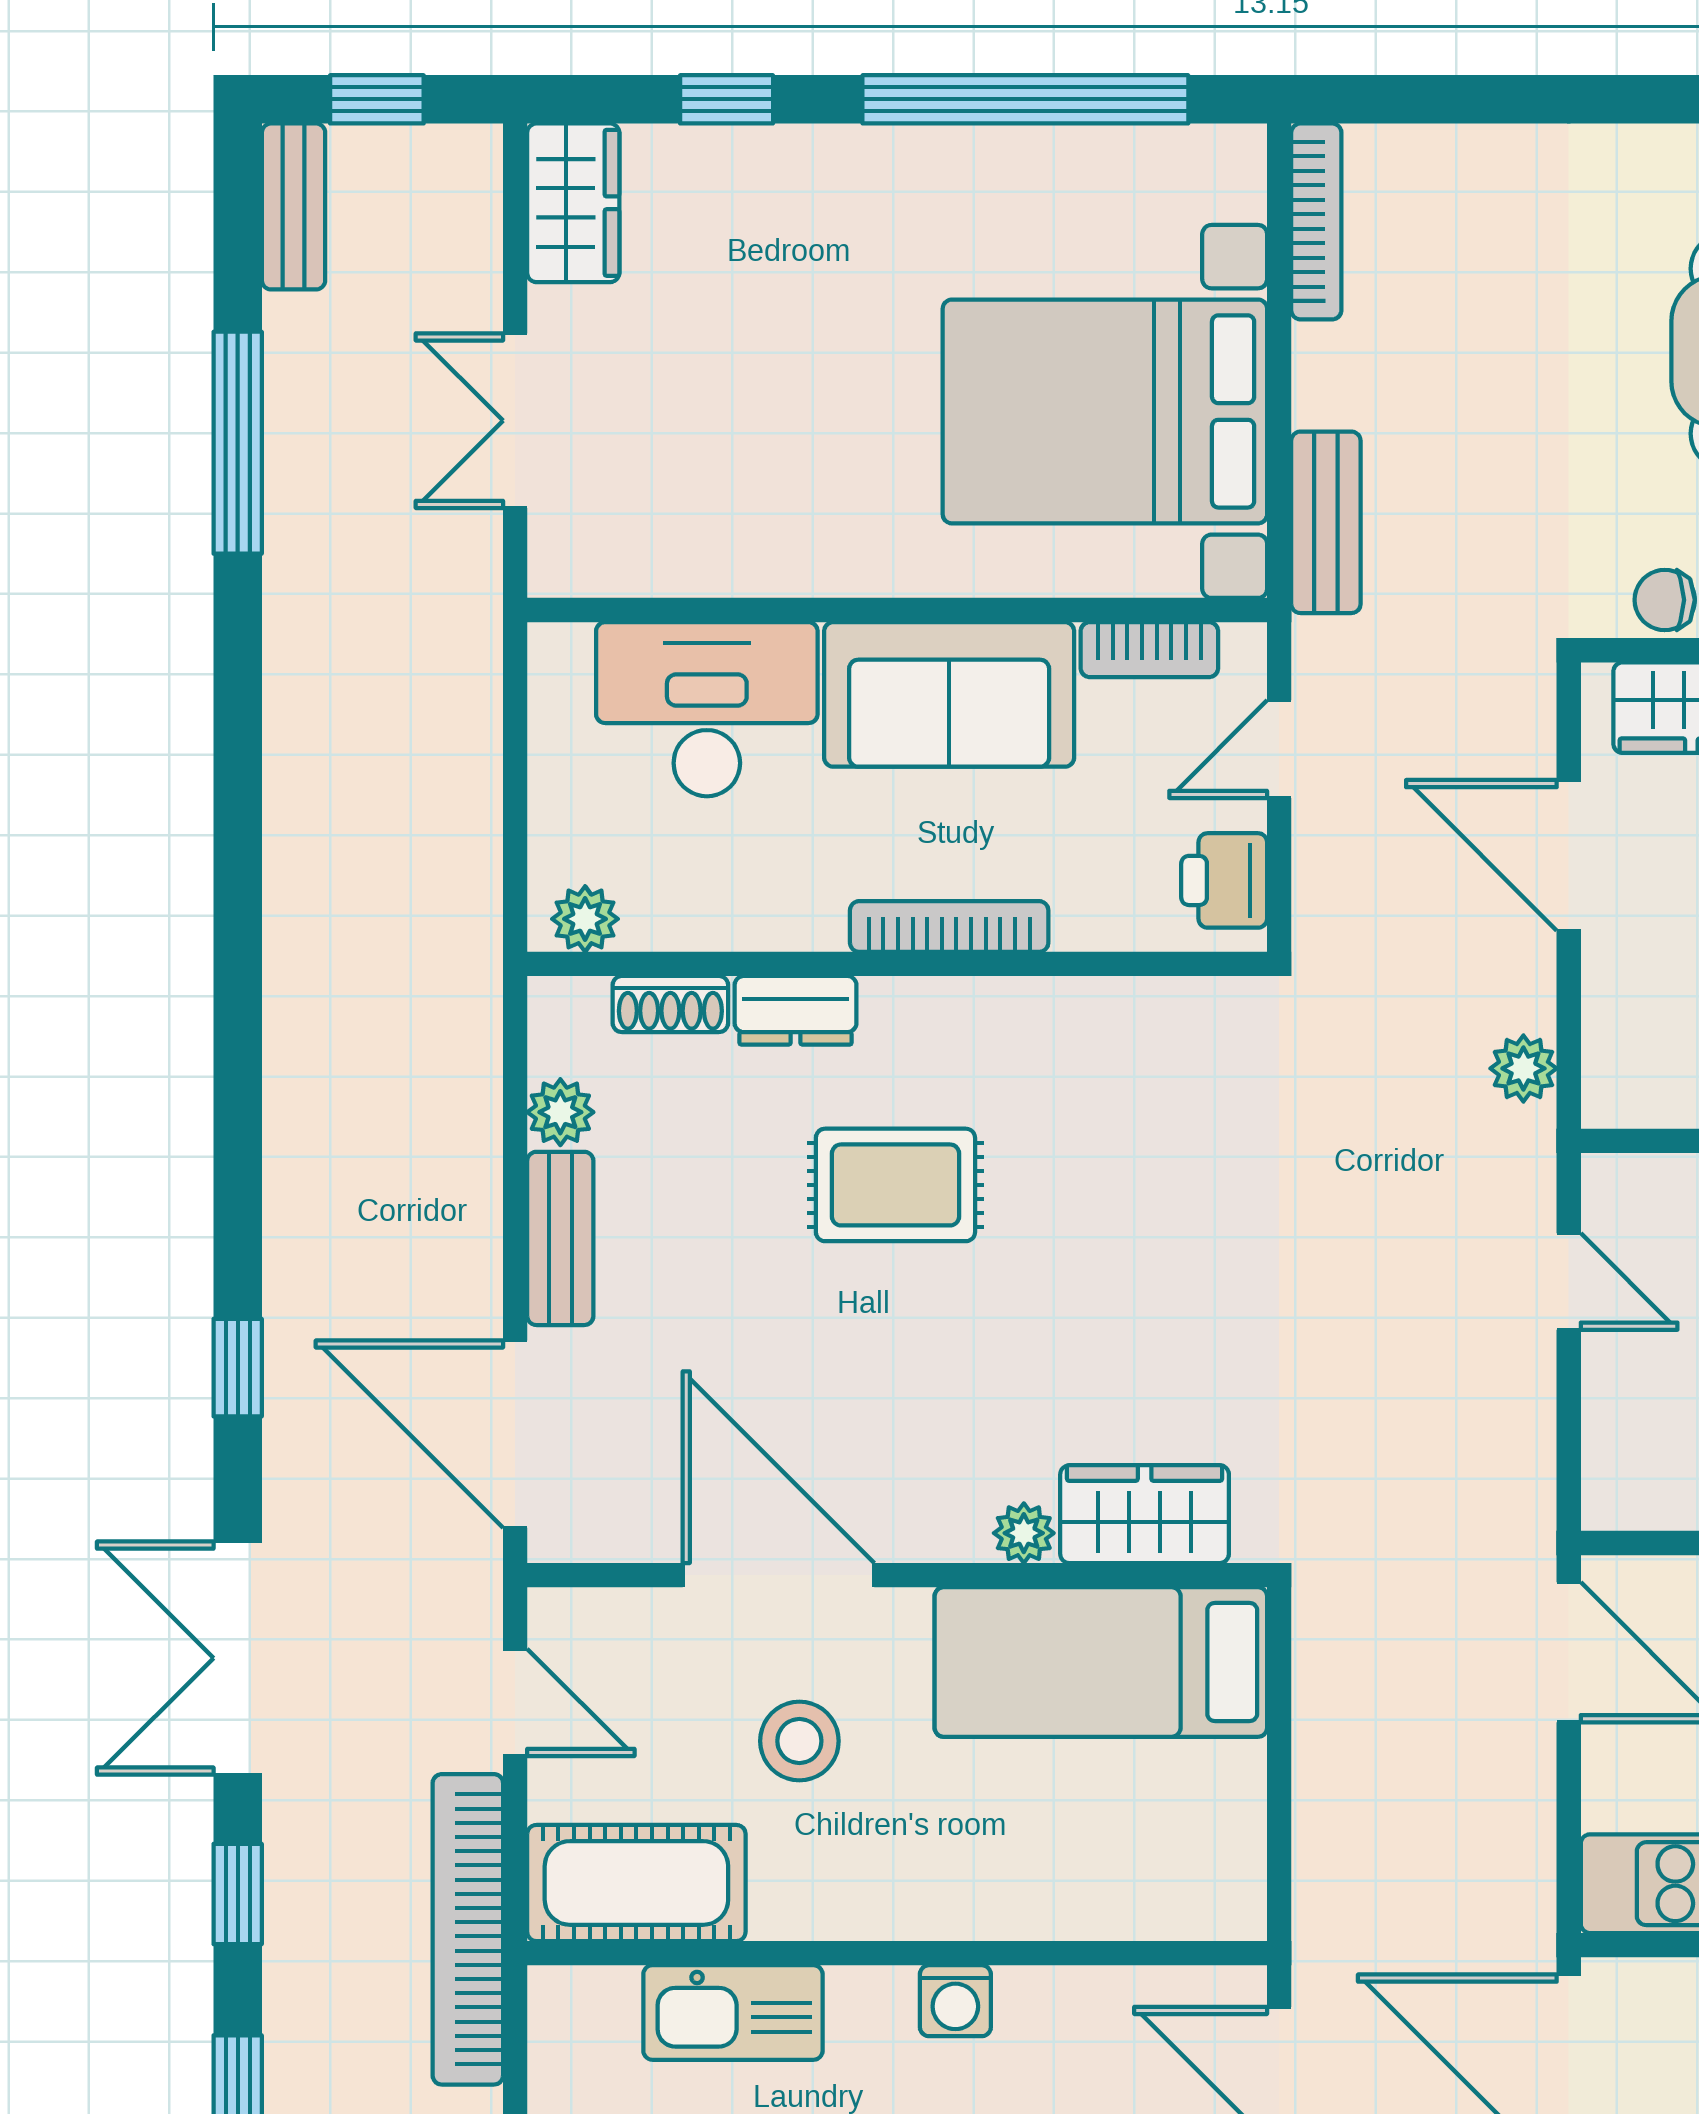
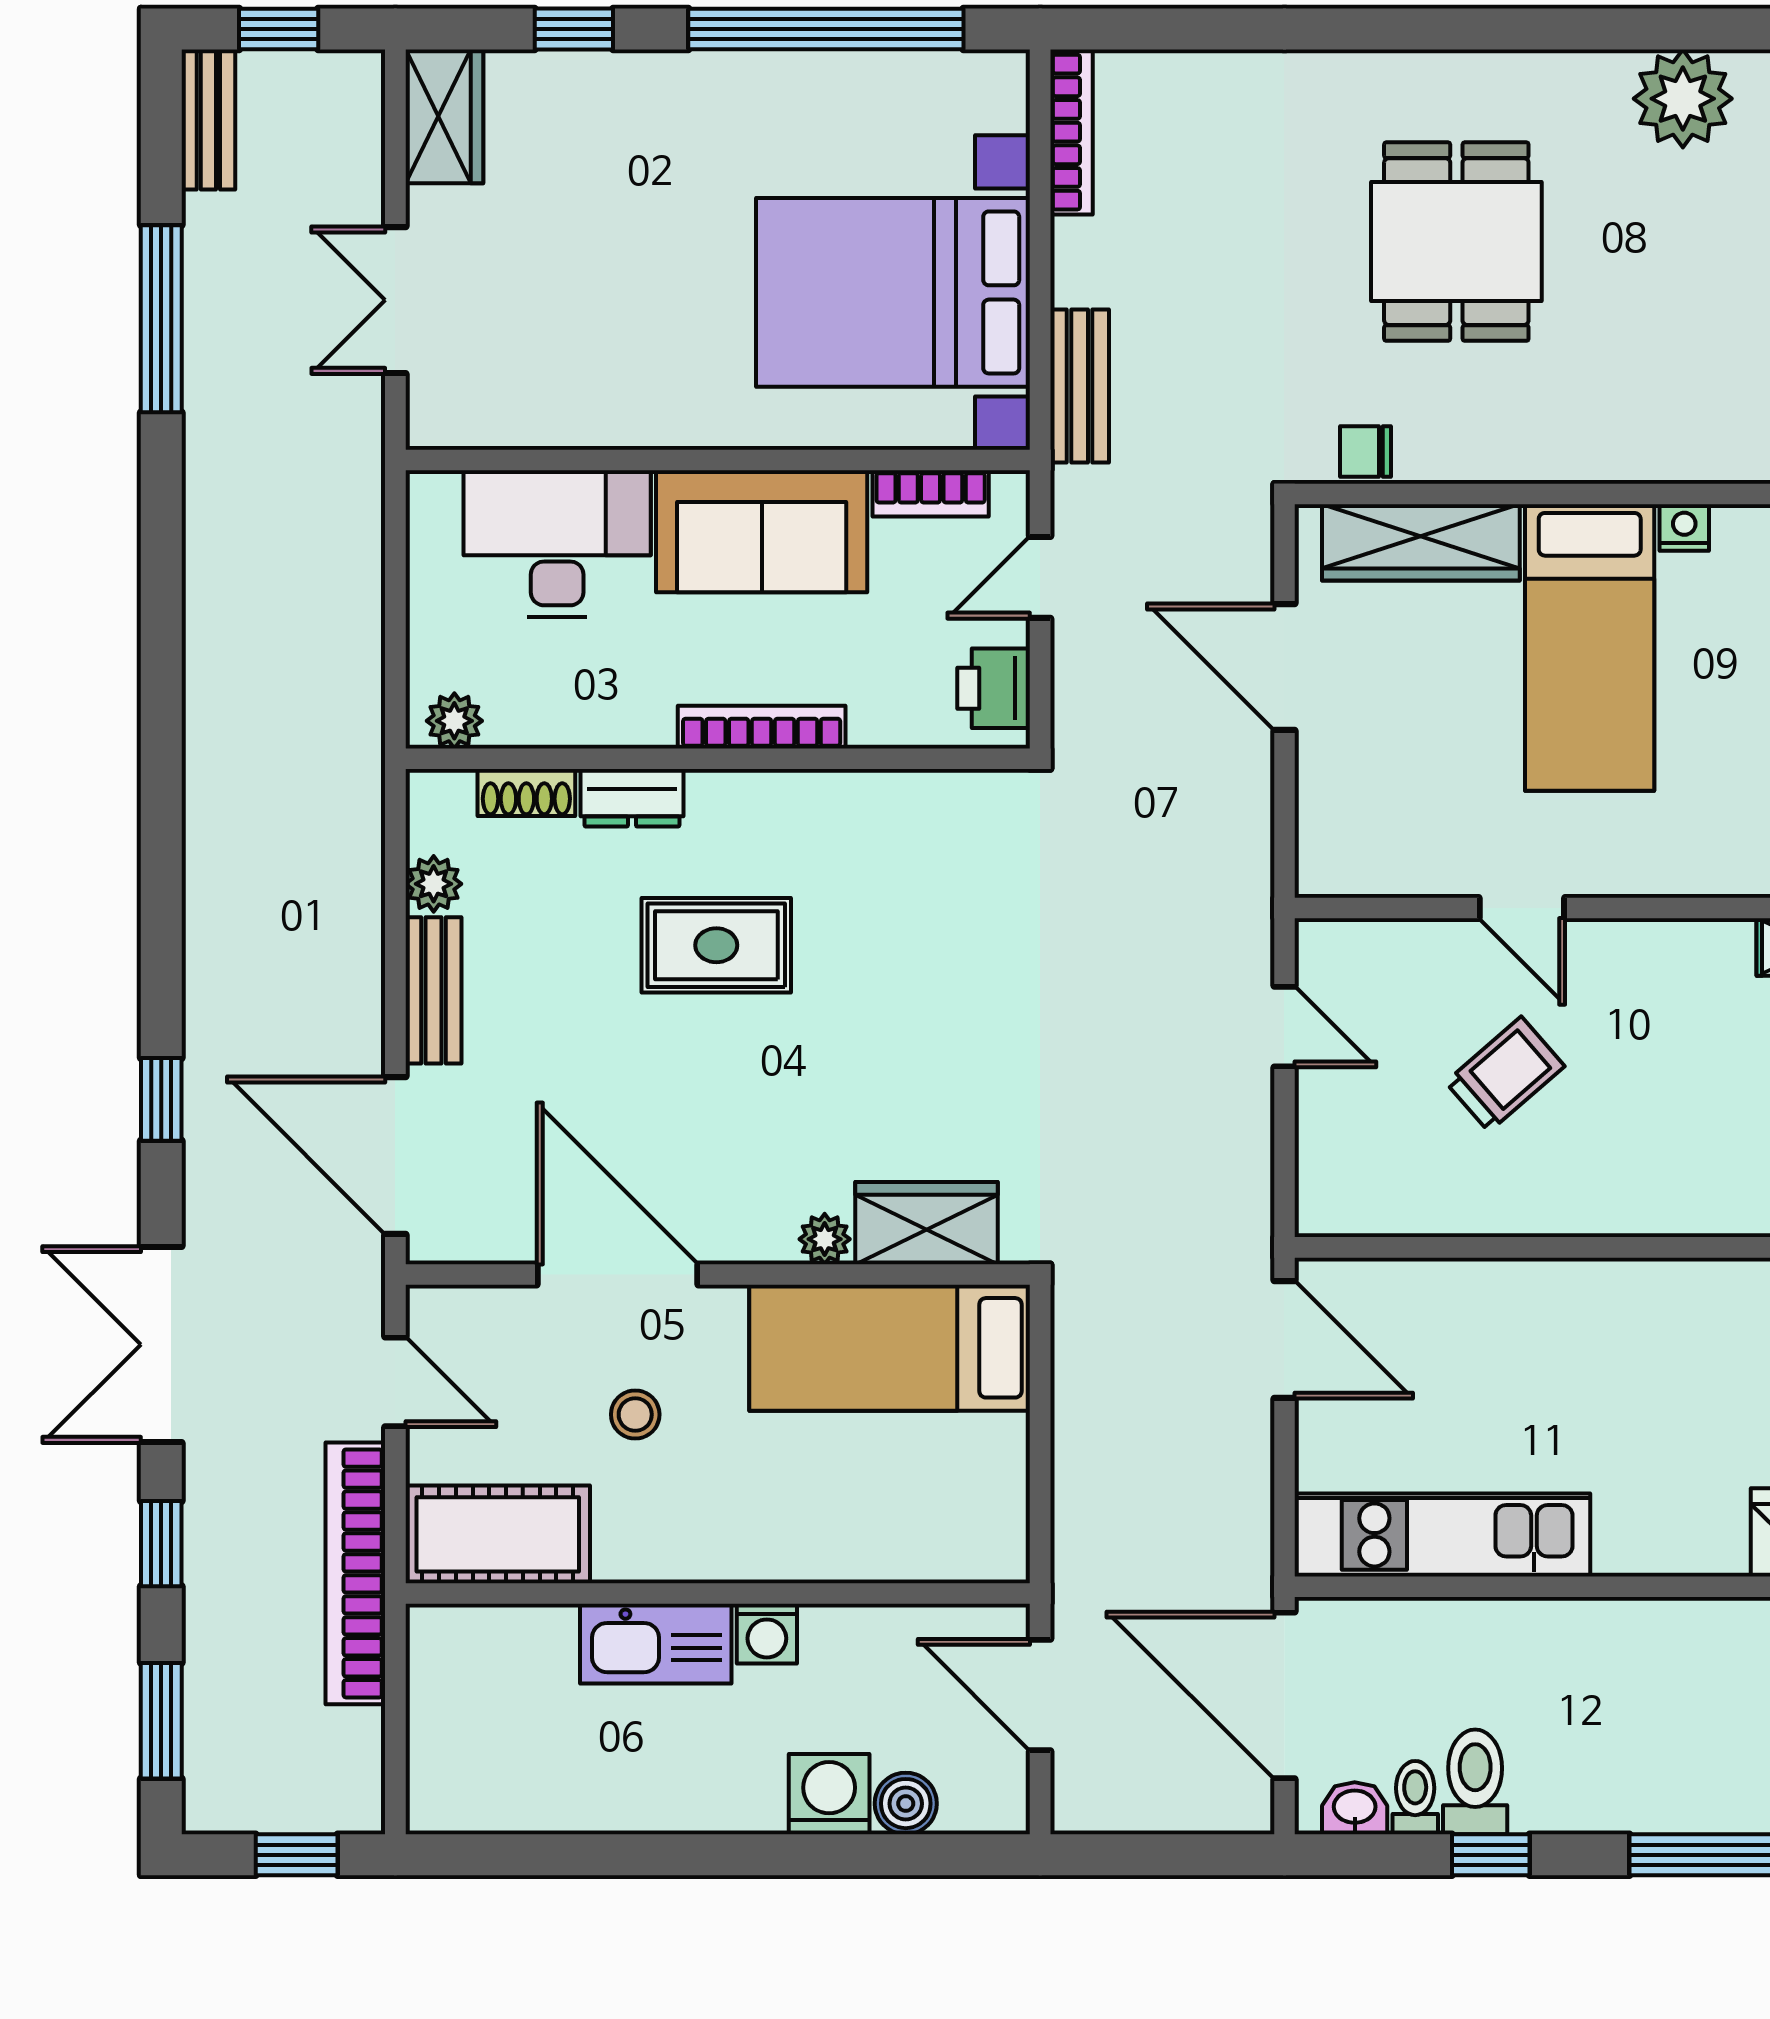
plant: (1523, 1068) -> (1246, 847), removed
stool: (799, 1741) -> (635, 1414), width x0.73, depth x0.73
kitchen sink: (733, 2012) -> (656, 1644), moved

